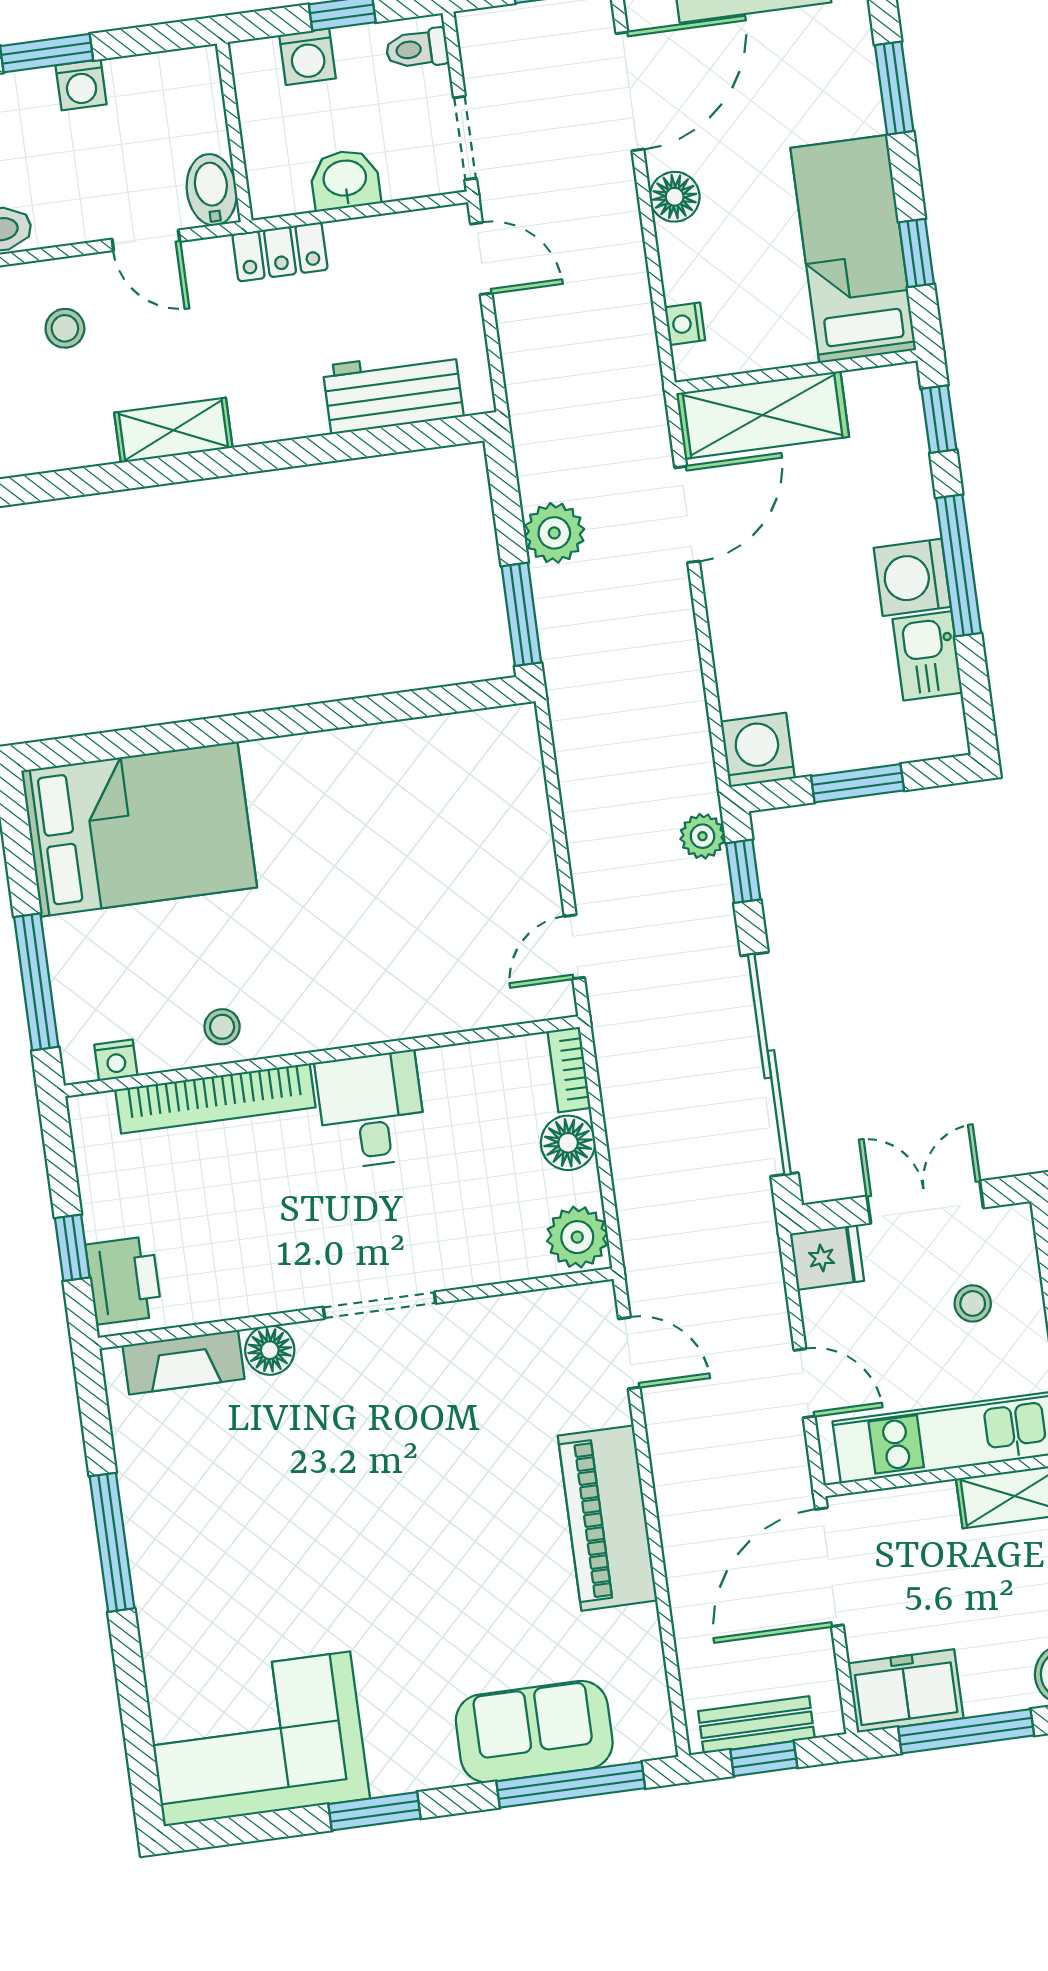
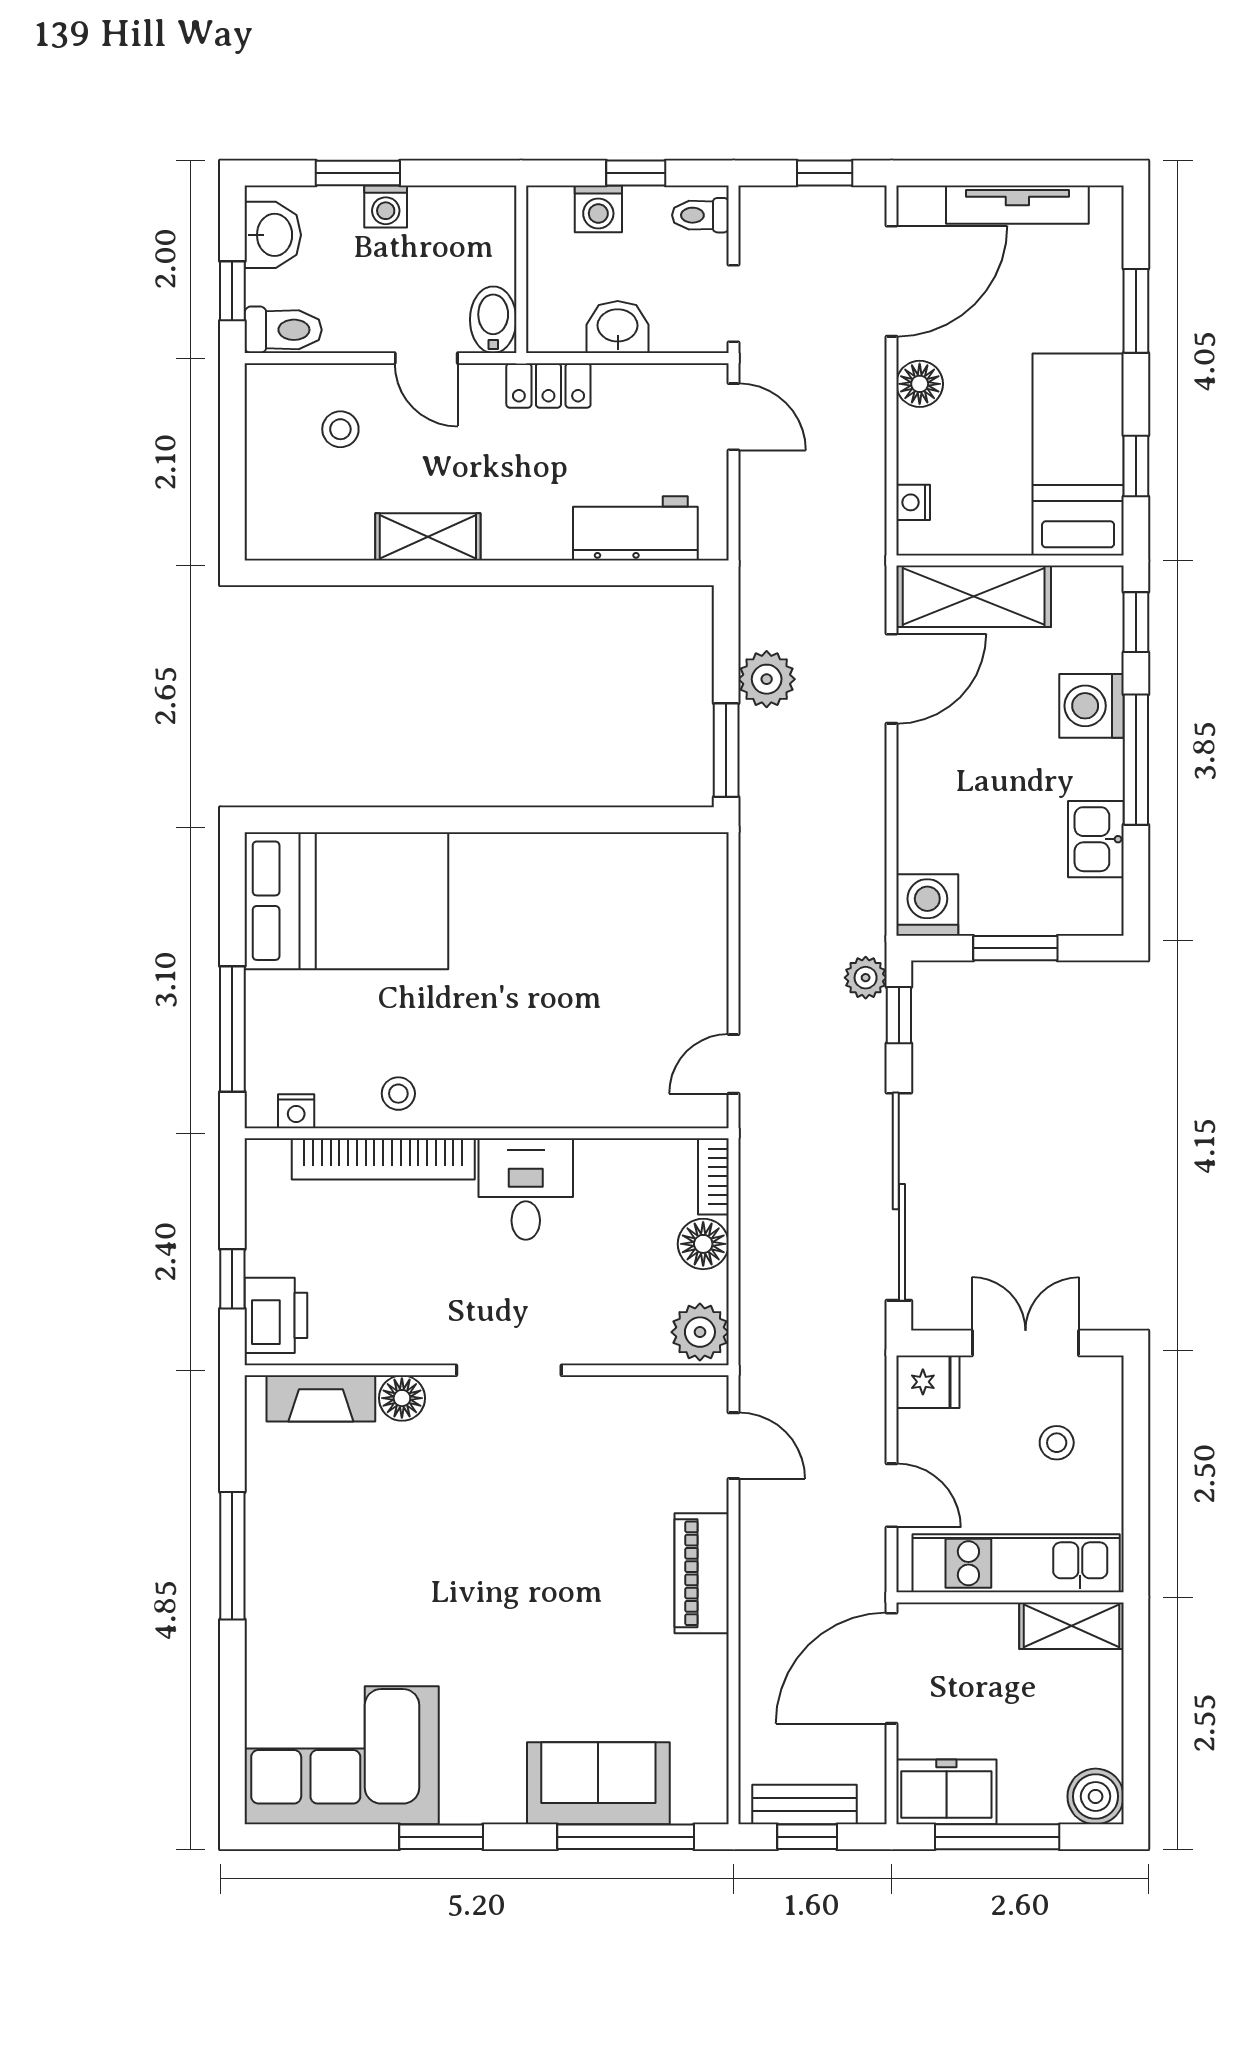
washing machine: (912, 577) -> (1092, 706), moved
piano: (608, 1518) -> (702, 1573), width x0.73, depth x0.75

